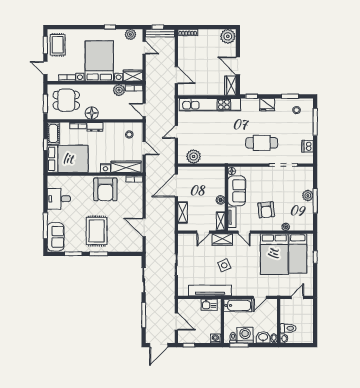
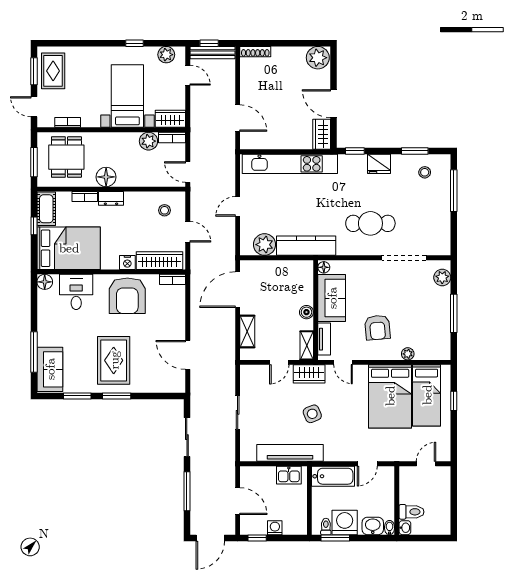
bed with nightstands: (99, 61) -> (127, 96), width x0.73
dining table: (66, 100) -> (66, 157), turned 90
dishwasher: (308, 146) -> (442, 229), removed
kitchen counter: (220, 157) -> (306, 246), added
floor lamp: (52, 181) -> (45, 282), added
plant: (308, 195) -> (442, 278), moved
desk: (59, 199) -> (76, 292), moved, turned 90
washing machine: (215, 339) -> (275, 528), moved

